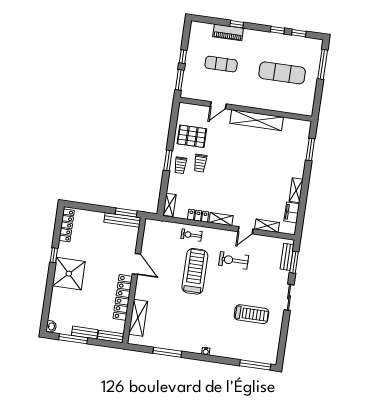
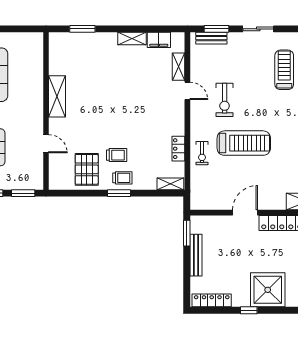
shelving: (257, 120) -> (57, 96), width x0.68
shelving: (221, 219) -> (179, 121), removed
bench: (122, 220) -> (196, 255), moved
treadmill: (195, 271) -> (244, 143), turned 180

